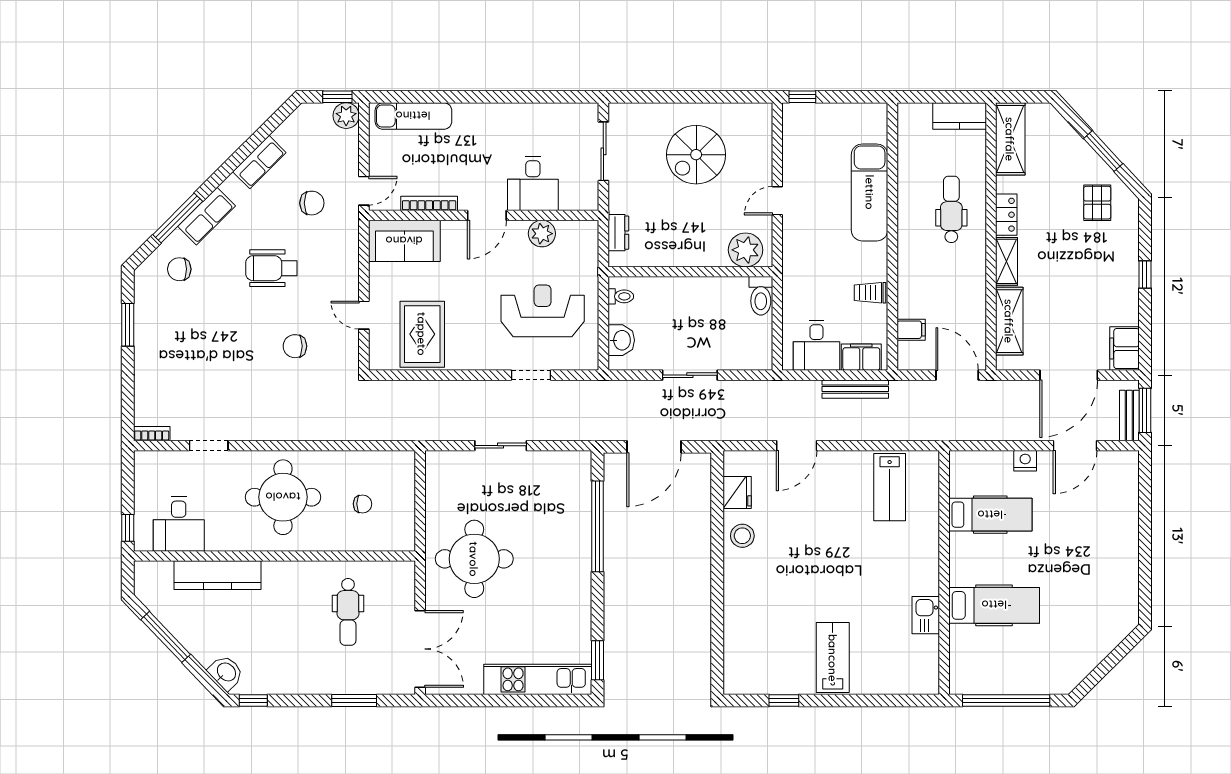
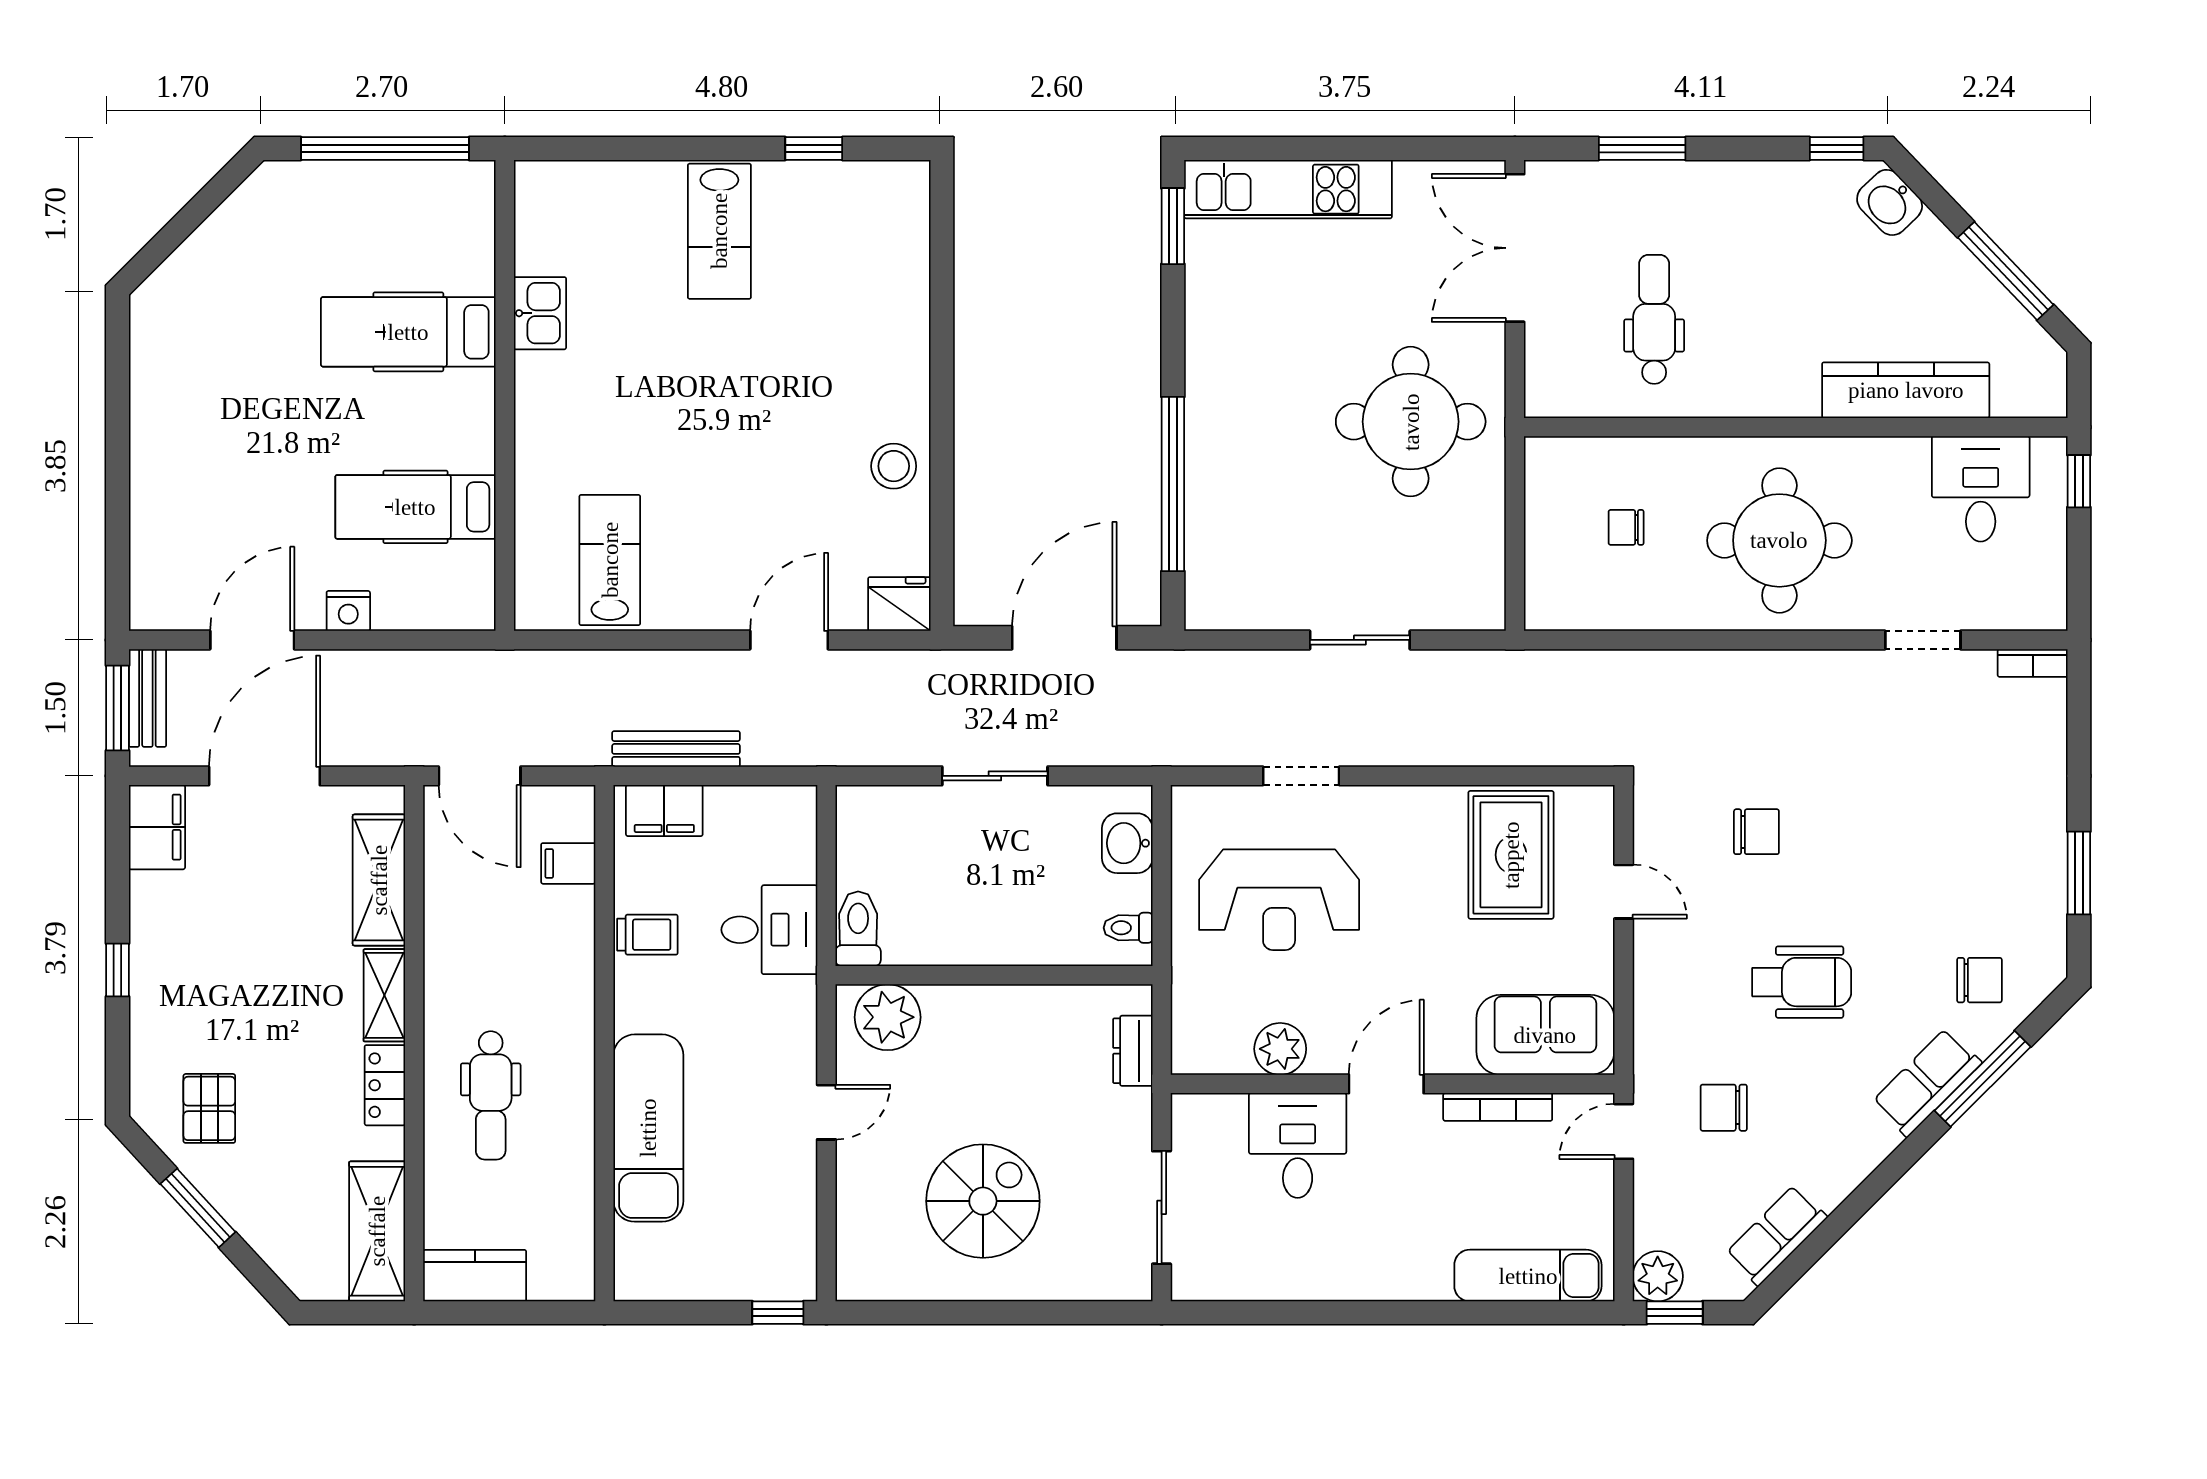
row of seats: (259, 162) -> (1776, 1235), moved
desk: (816, 346) -> (769, 930), moved, turned 90
fridge: (737, 493) -> (899, 604), moved, turned 90

